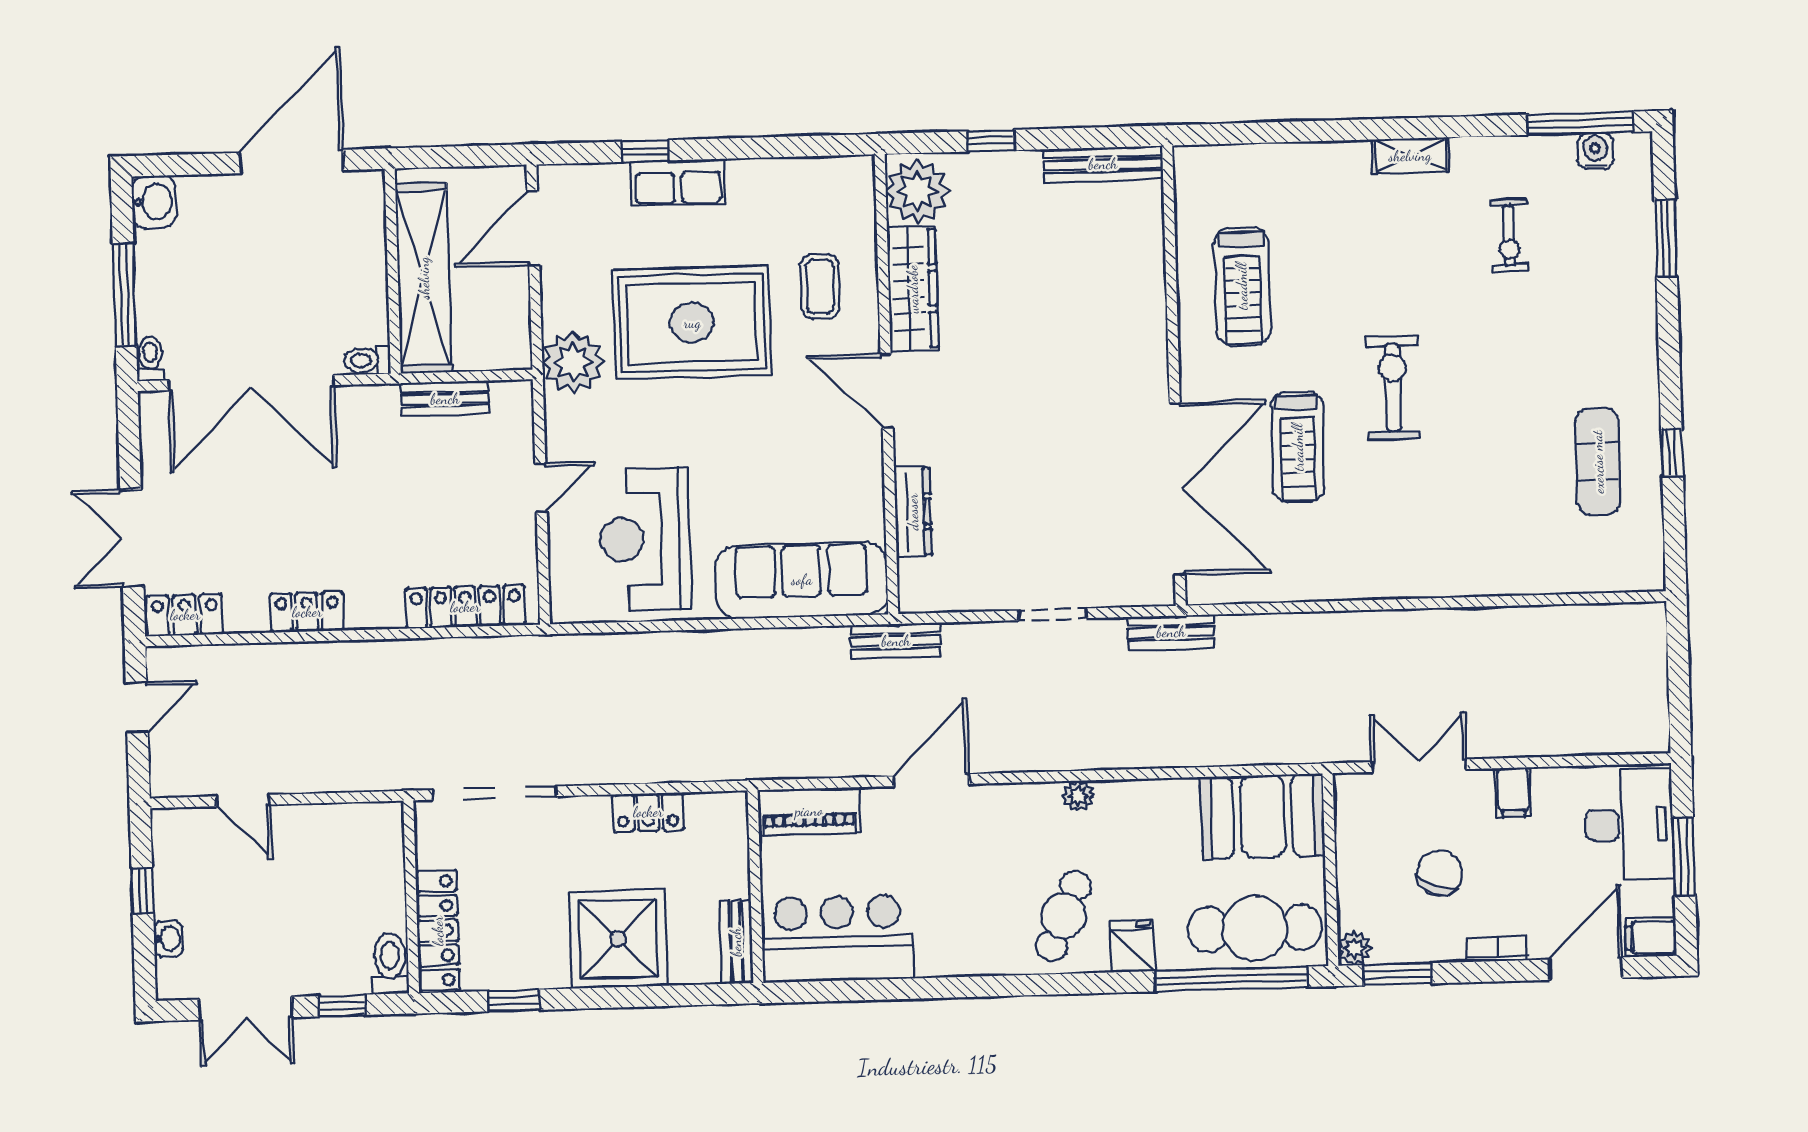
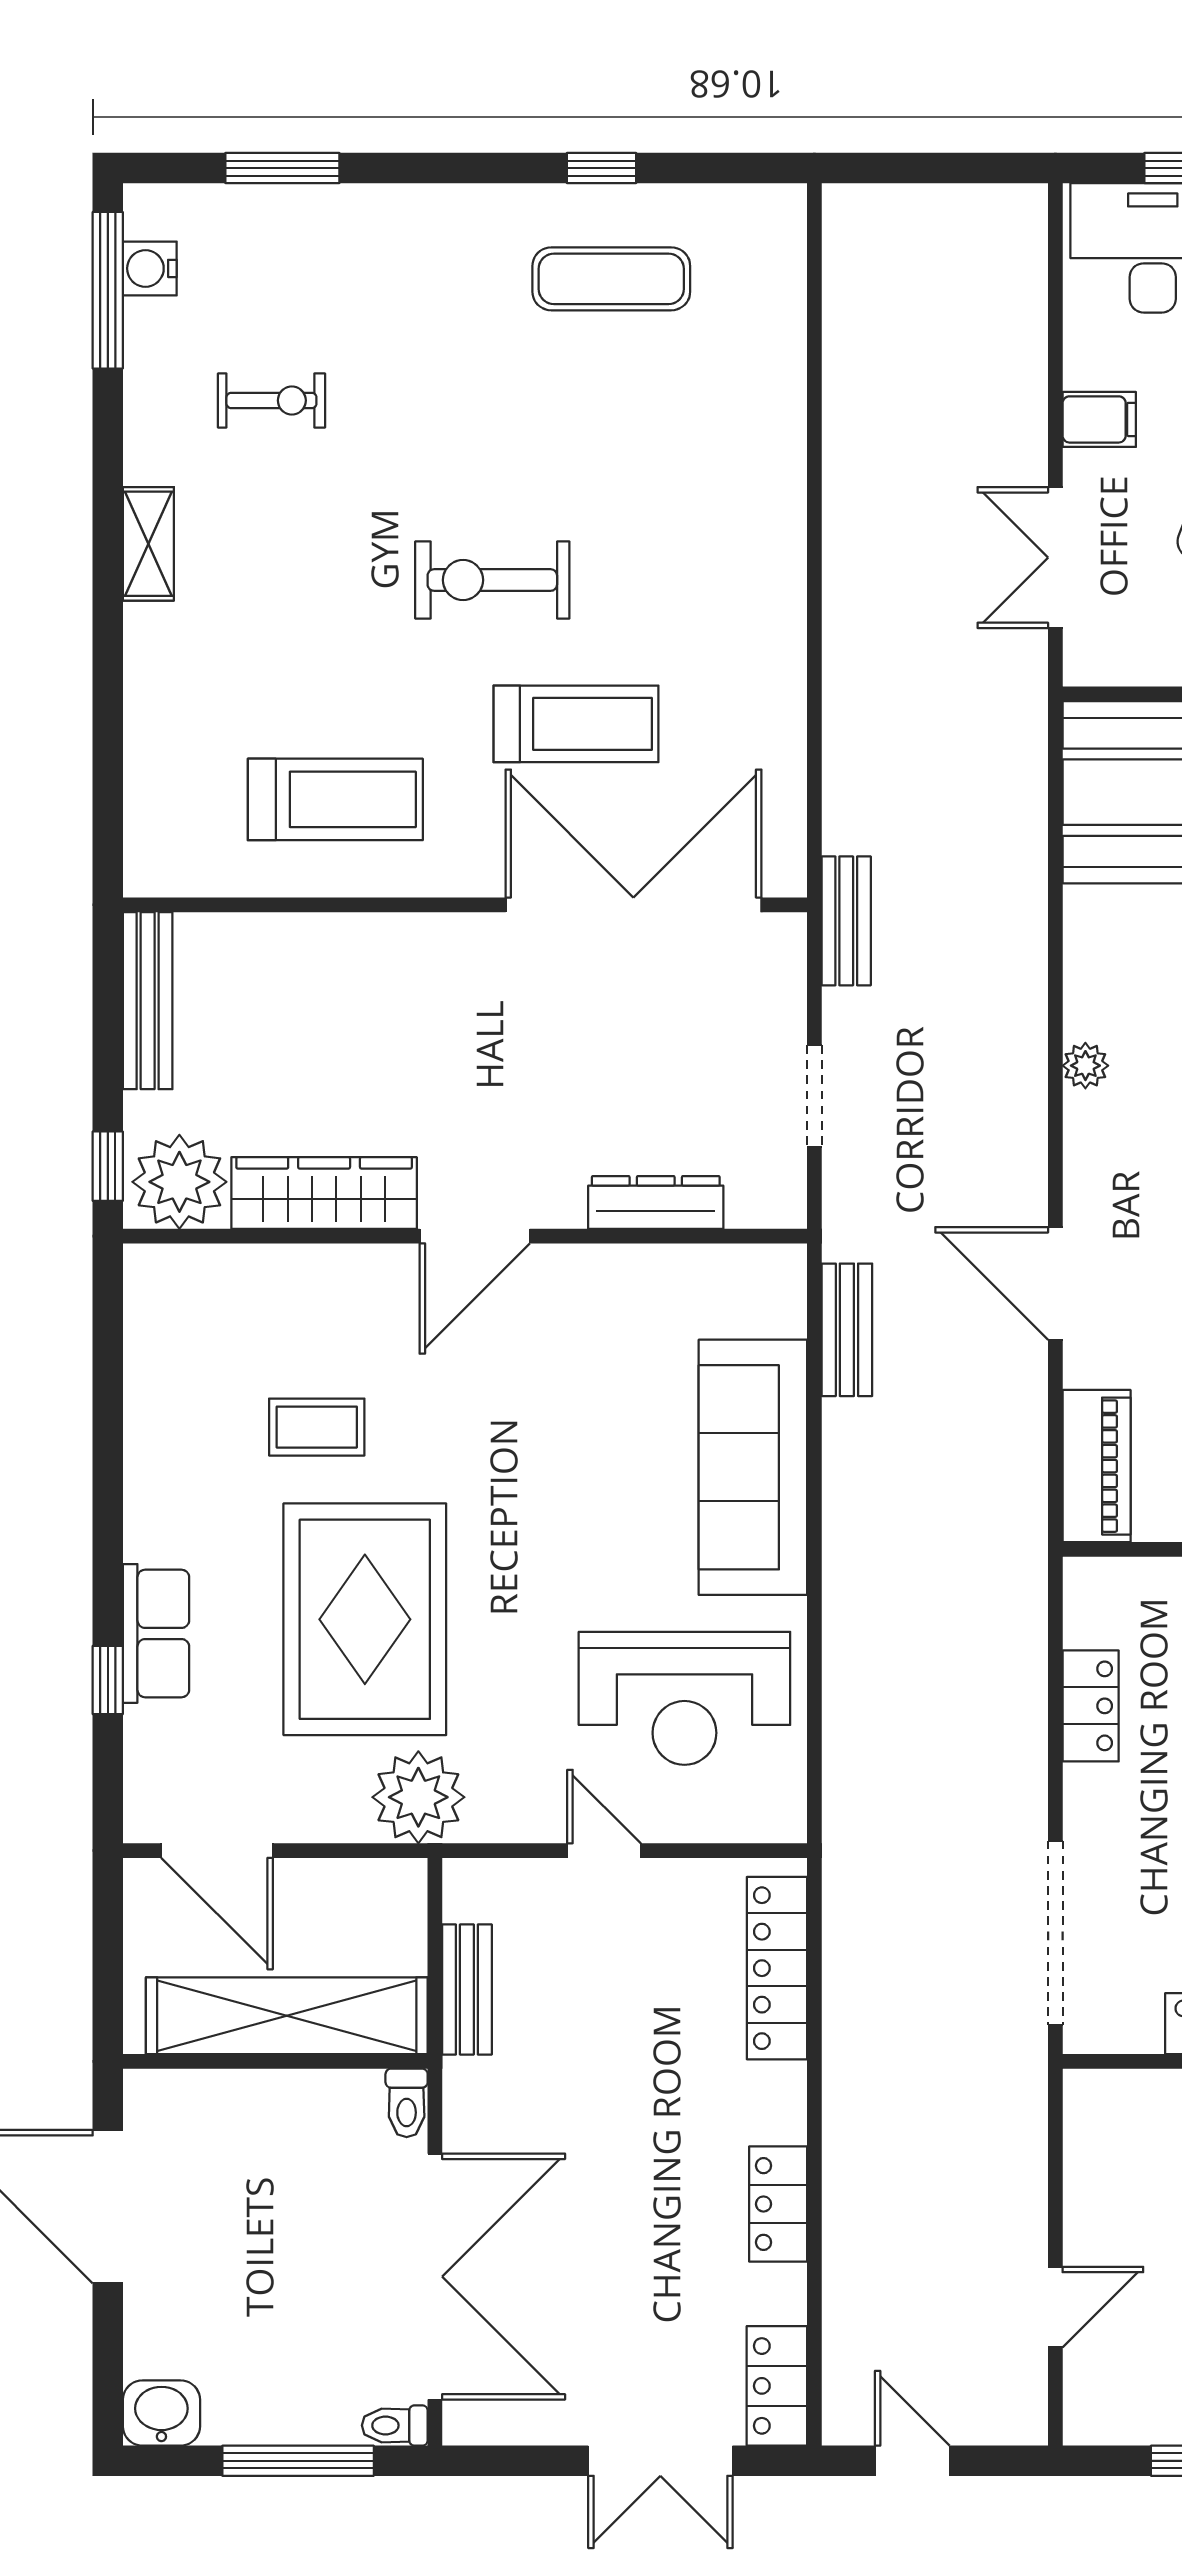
plant: (917, 191) -> (179, 1182), moved
wardrobe: (913, 289) -> (324, 1193), moved
wall: (886, 384) -> (465, 1236), moved
door: (887, 391) -> (475, 1236), moved
dresser: (913, 512) -> (656, 1202), moved

